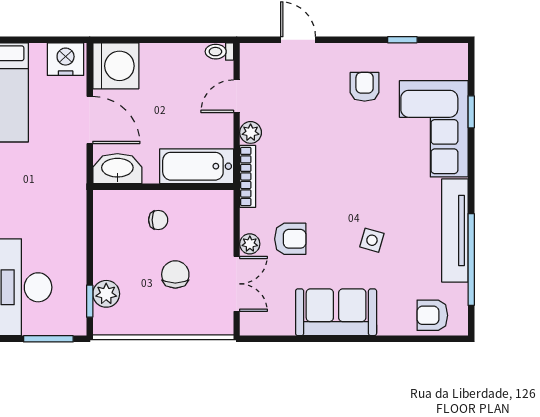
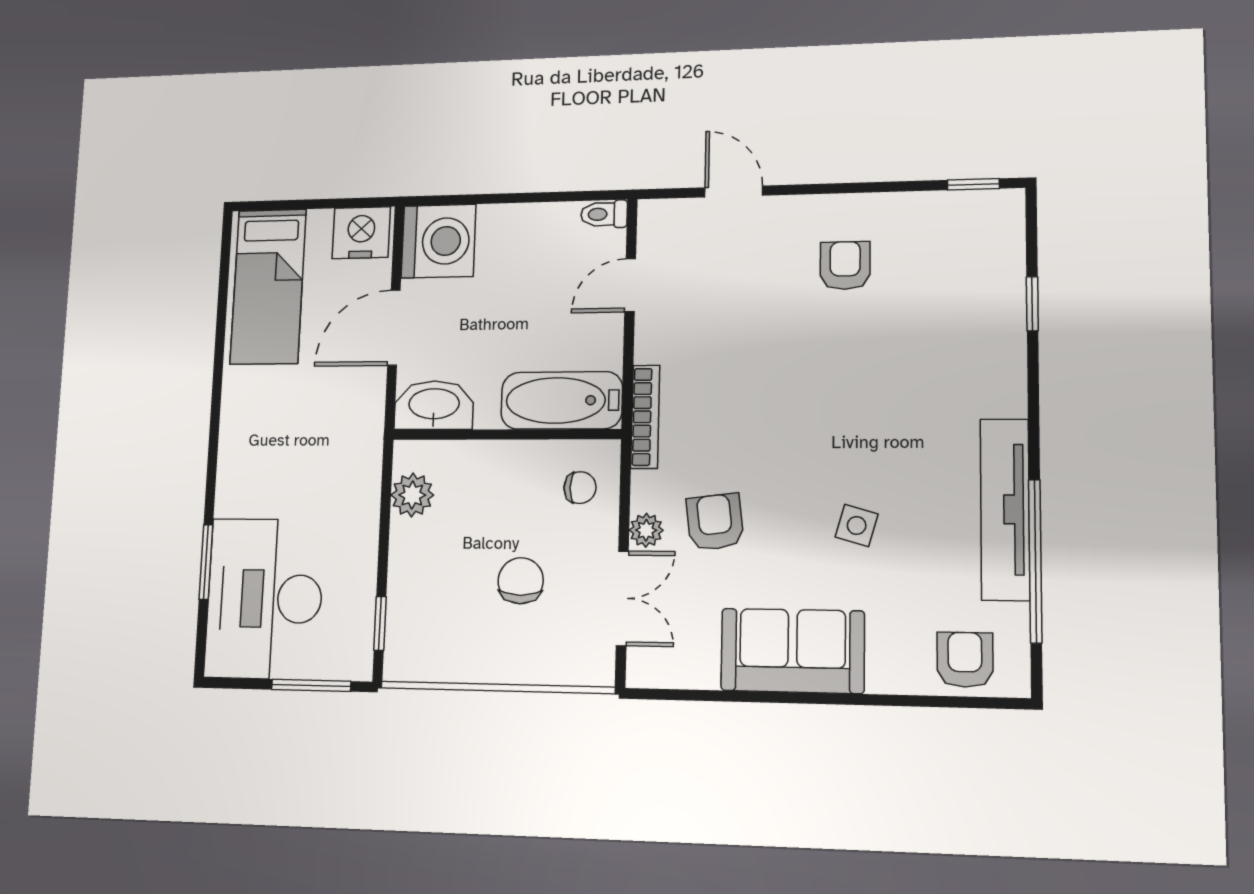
window: (402, 40) -> (973, 184), moved
door: (90, 120) -> (394, 328), swing flipped
corner sofa: (434, 129) -> (966, 334), removed
plant: (251, 132) -> (652, 344), removed
chair: (158, 220) -> (580, 488), moved
armchair: (290, 239) -> (715, 522), turned -97
plant: (106, 294) -> (412, 495), moved
armchair: (432, 315) -> (965, 660), turned 90

